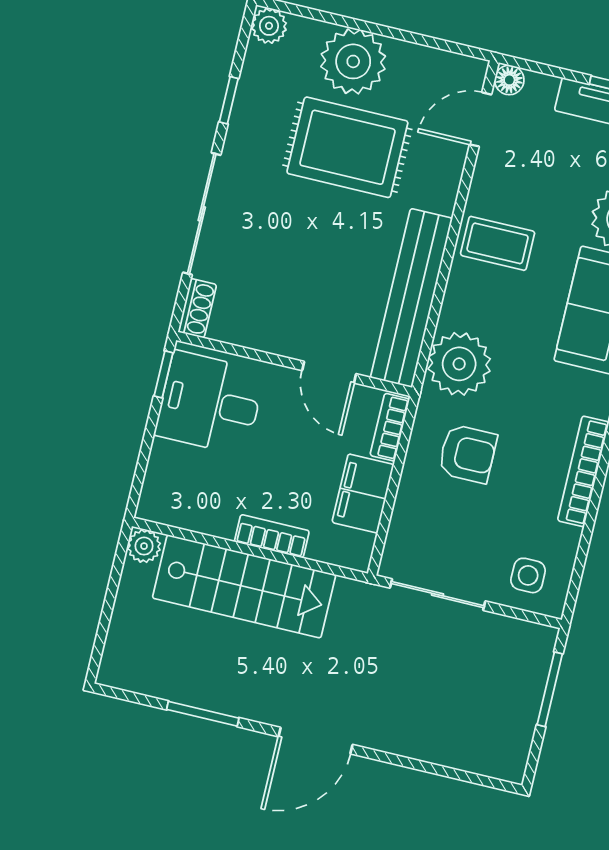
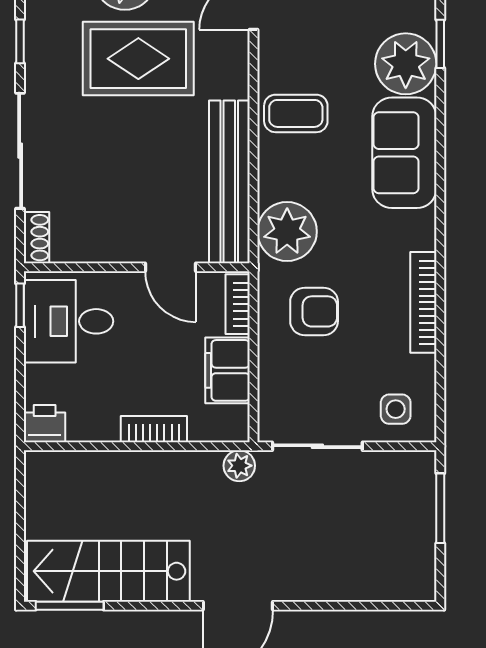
printer: (160, 503) -> (45, 424), added
plant: (144, 546) -> (239, 466), moved
stairs: (244, 586) -> (108, 571), moved, turned 180
window: (203, 714) -> (70, 606), moved

